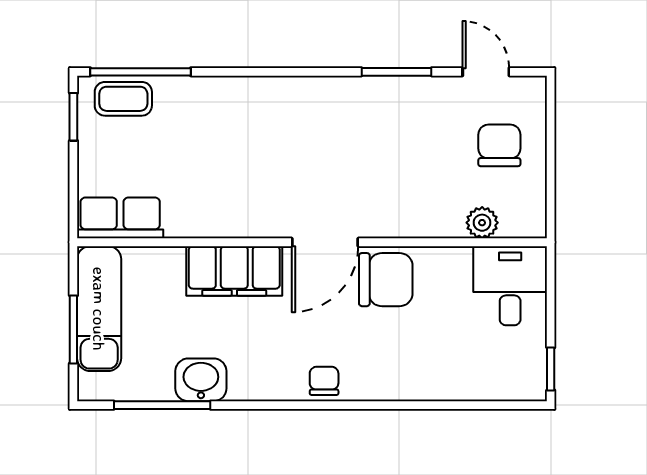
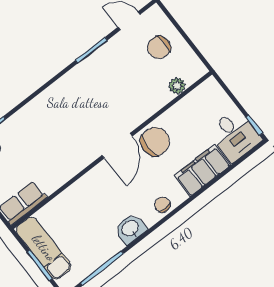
chair: (499, 145) -> (159, 47), turned -94
filing cabinet: (234, 271) -> (202, 170), moved, turned 180
desk: (510, 286) -> (235, 135), moved, turned 180
washbasin: (201, 380) -> (130, 229), moved

